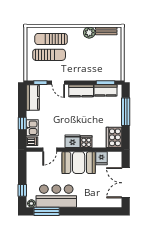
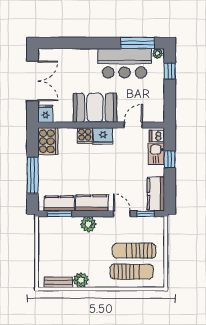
plant: (84, 75) -> (88, 224), added
fridge: (101, 158) -> (45, 113), moved

